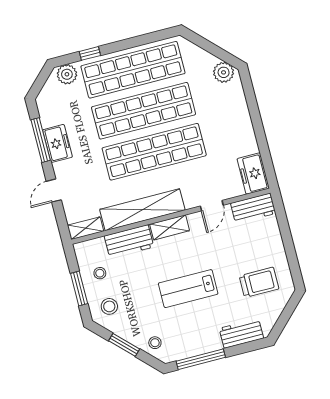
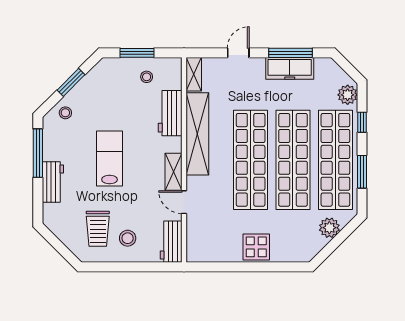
window: (138, 41) -> (362, 172), added
plant: (224, 72) -> (329, 228), moved
display table: (237, 125) -> (256, 247), added
freezer: (58, 143) -> (290, 68), width x1.40
freezer: (253, 174) -> (205, 250), removed
door: (54, 191) -> (238, 53), hinge flipped
shelving: (170, 227) -> (173, 172), moved
stool: (109, 306) -> (128, 238), moved
workbench: (241, 333) -> (53, 182), moved

